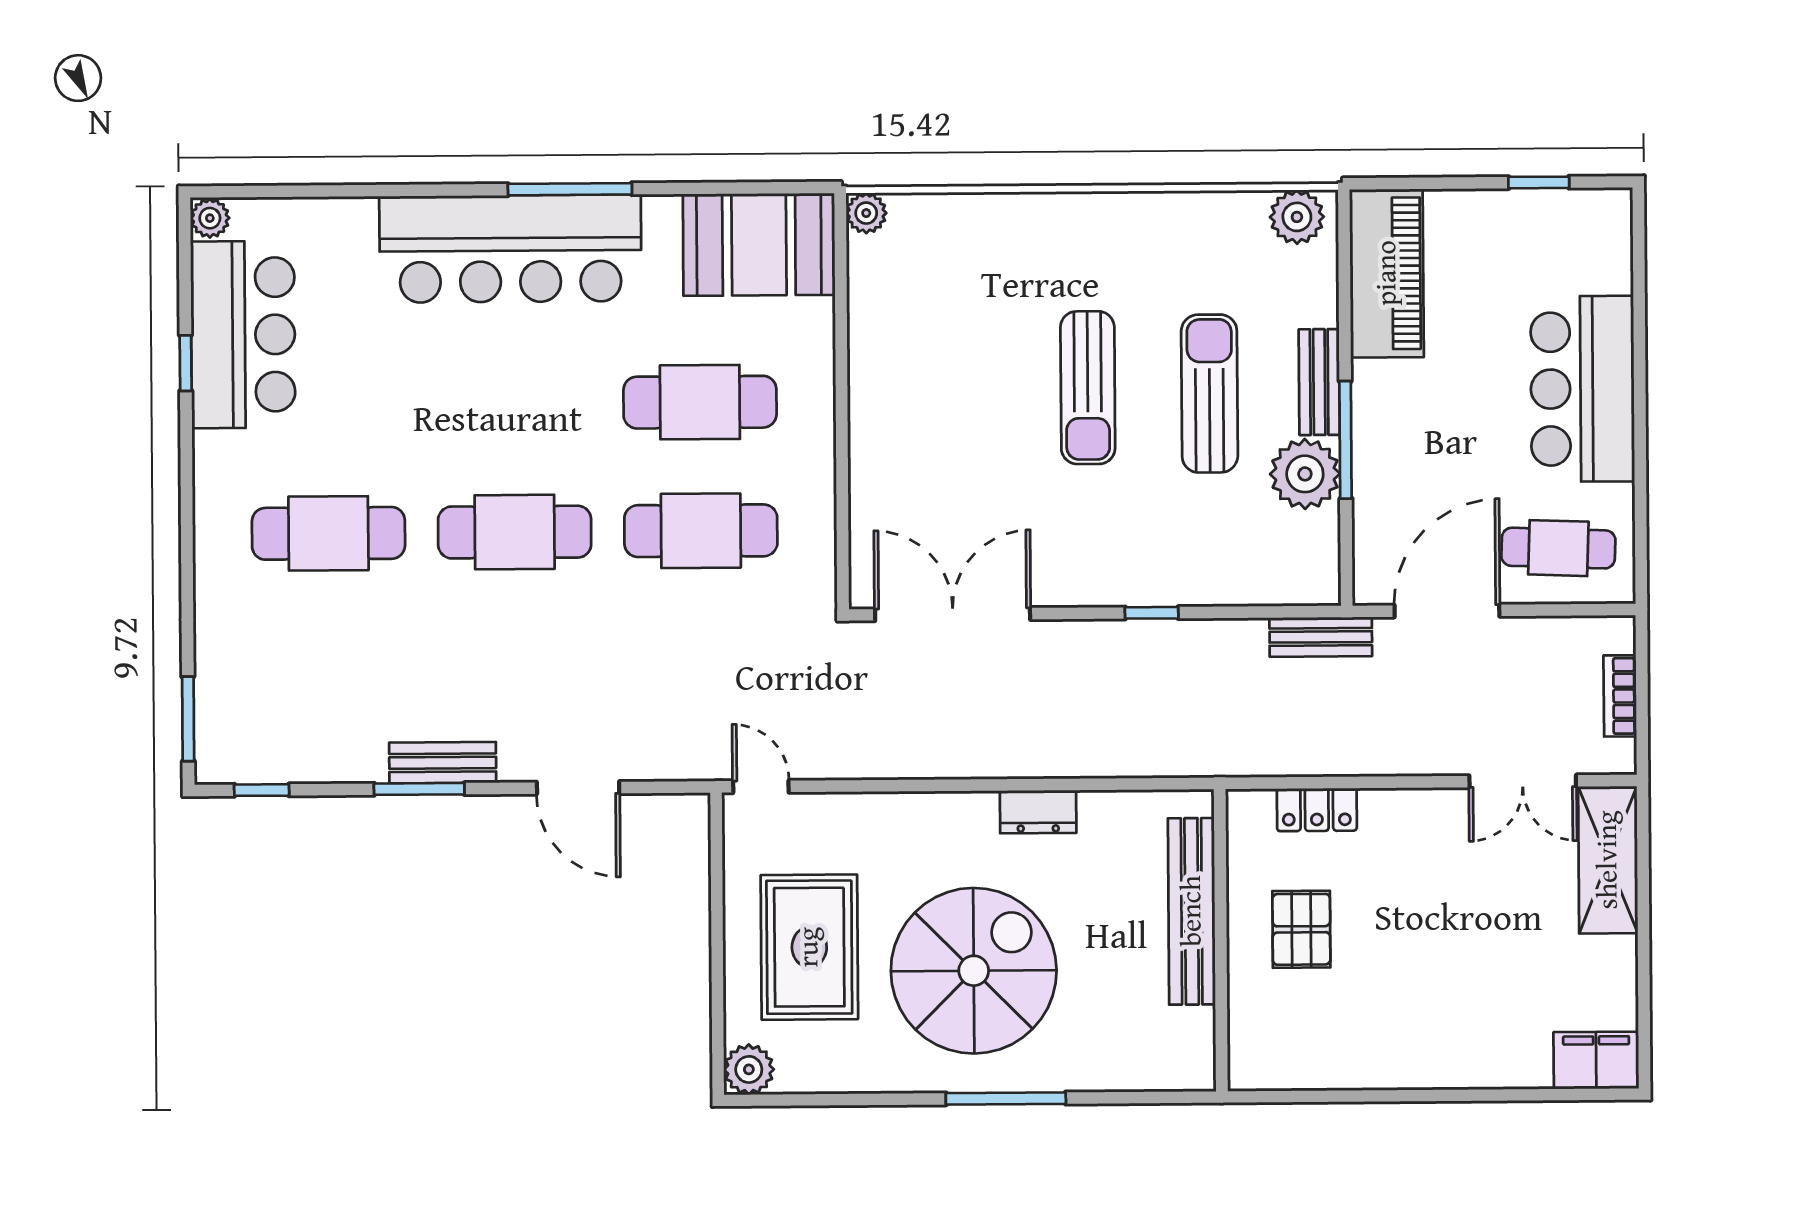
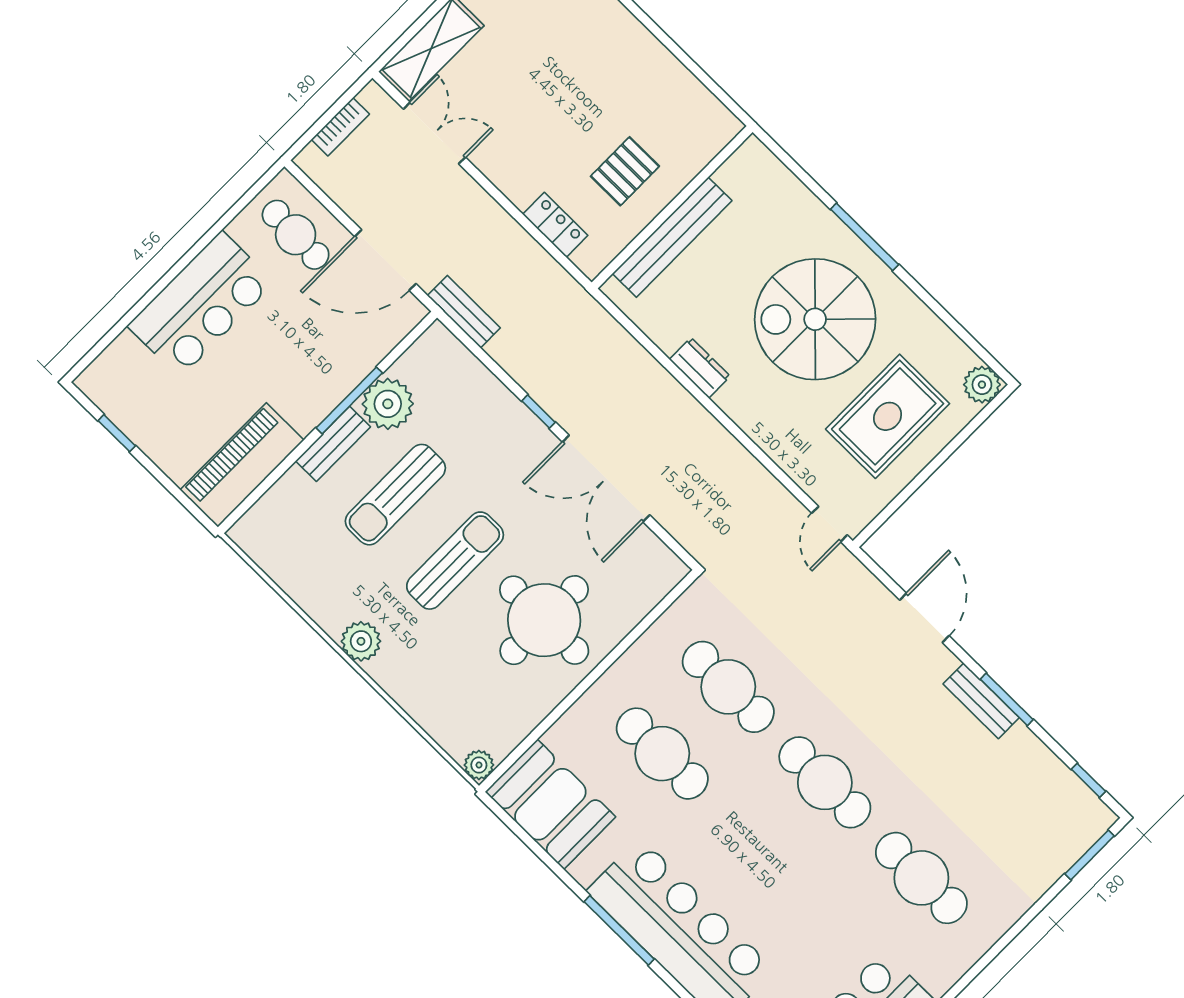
plant: (1297, 217) -> (361, 641), moved
round table: (944, 417) -> (544, 620), added
double door: (953, 614) -> (606, 479), moved

